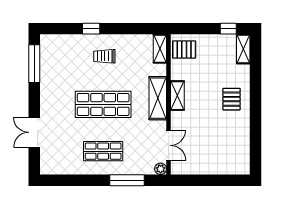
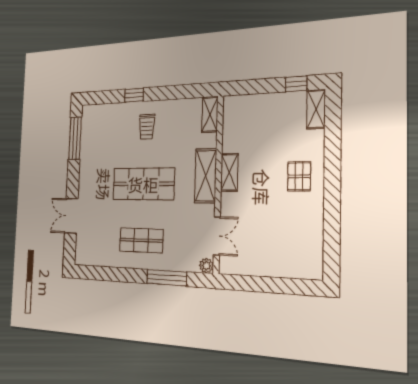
pallet: (184, 50) -> (239, 114), removed
trolley: (104, 56) -> (147, 127), turned -90

